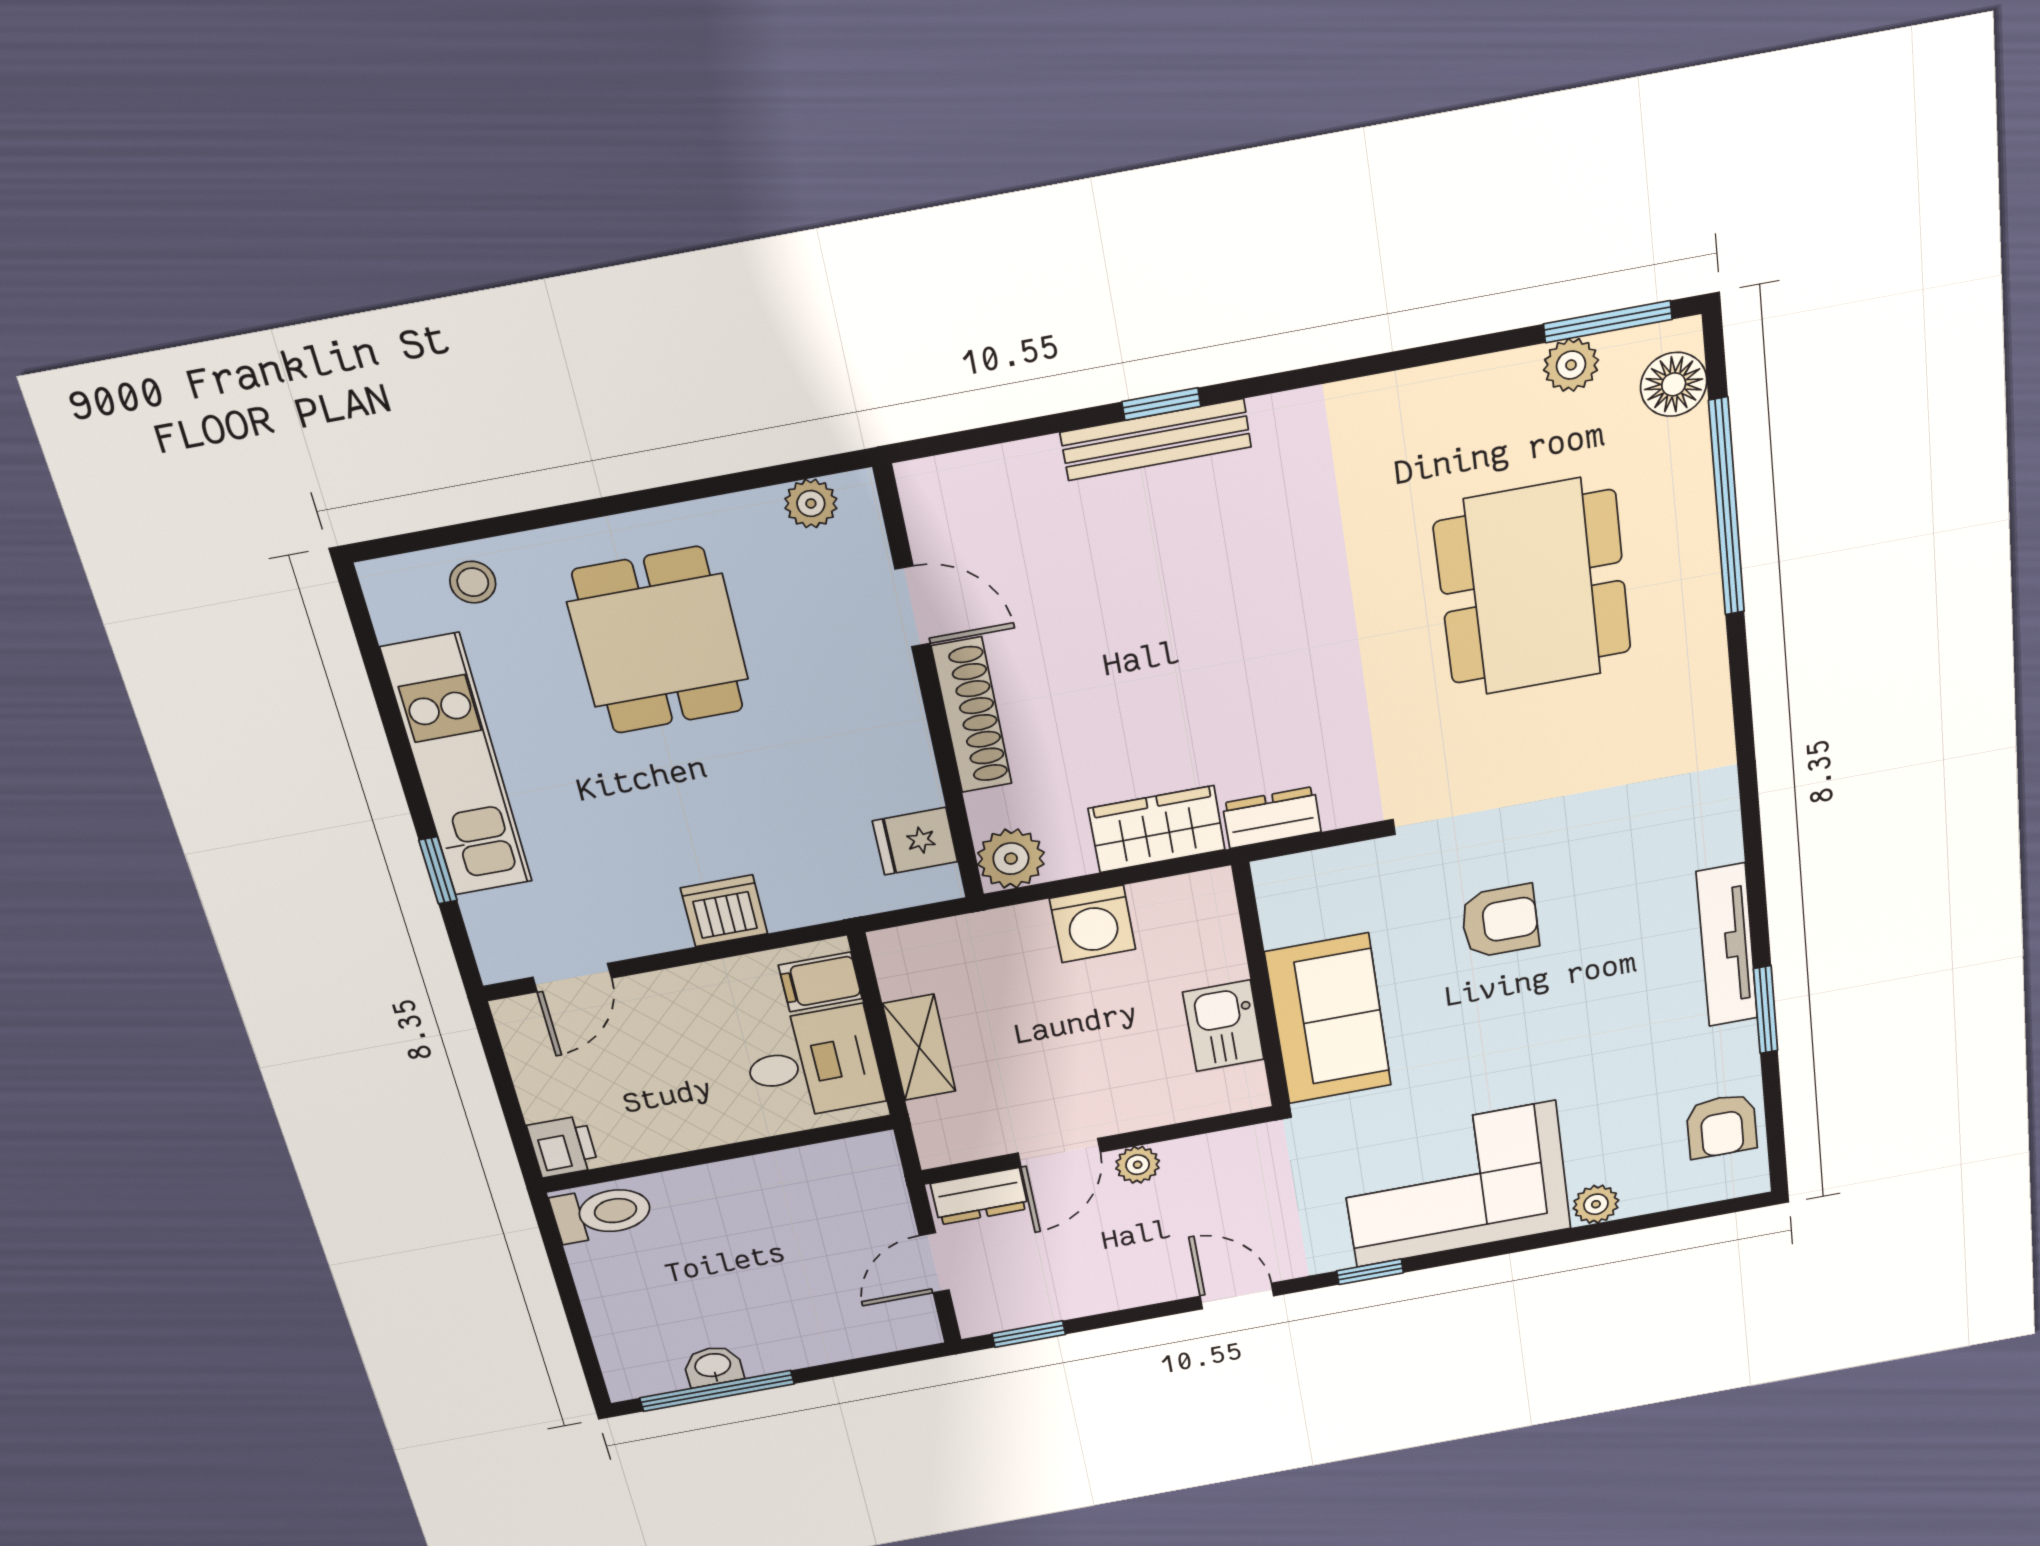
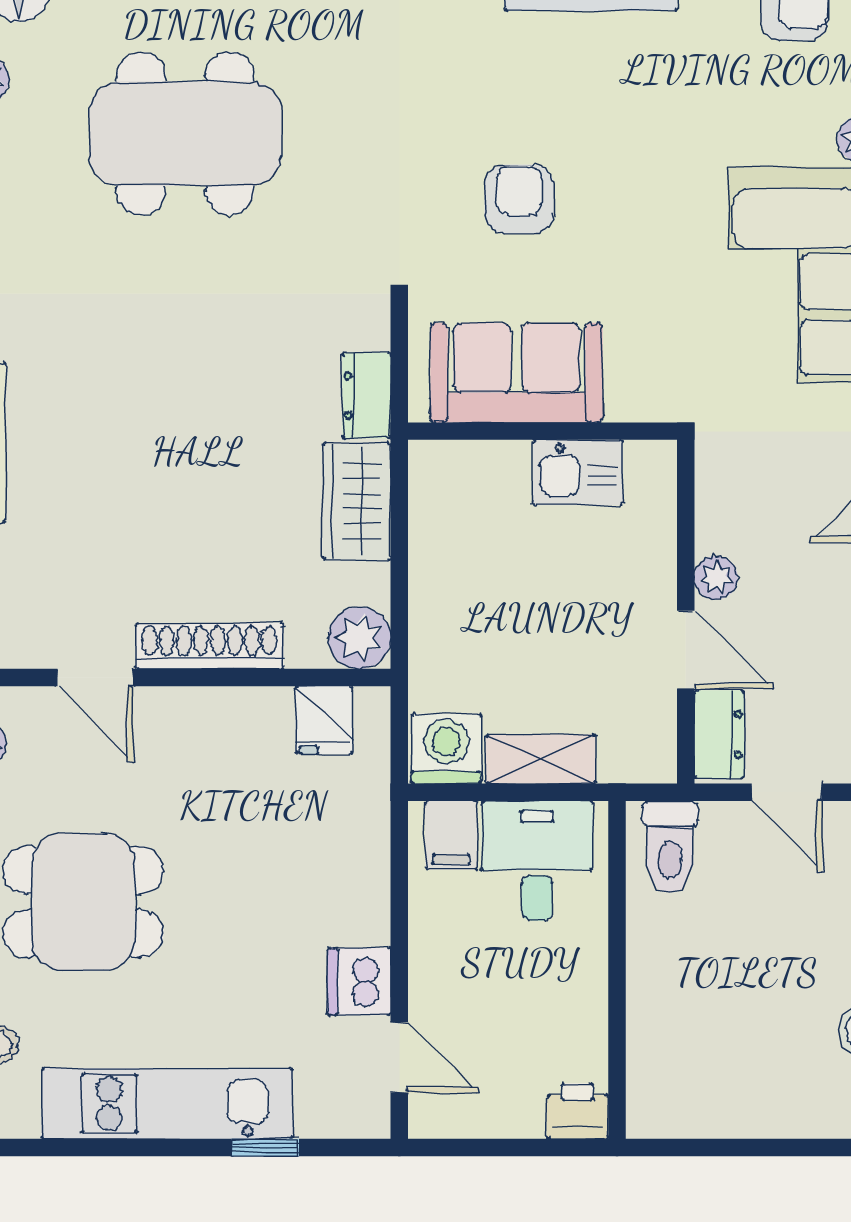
door: (912, 607) -> (95, 678), swing flipped
dishwasher: (724, 911) -> (359, 982), moved
washing machine: (1093, 924) -> (446, 749), moved, turned -90
sofa: (1328, 1019) -> (516, 373), moved
toilet: (602, 1213) -> (670, 847), moved, turned 180

